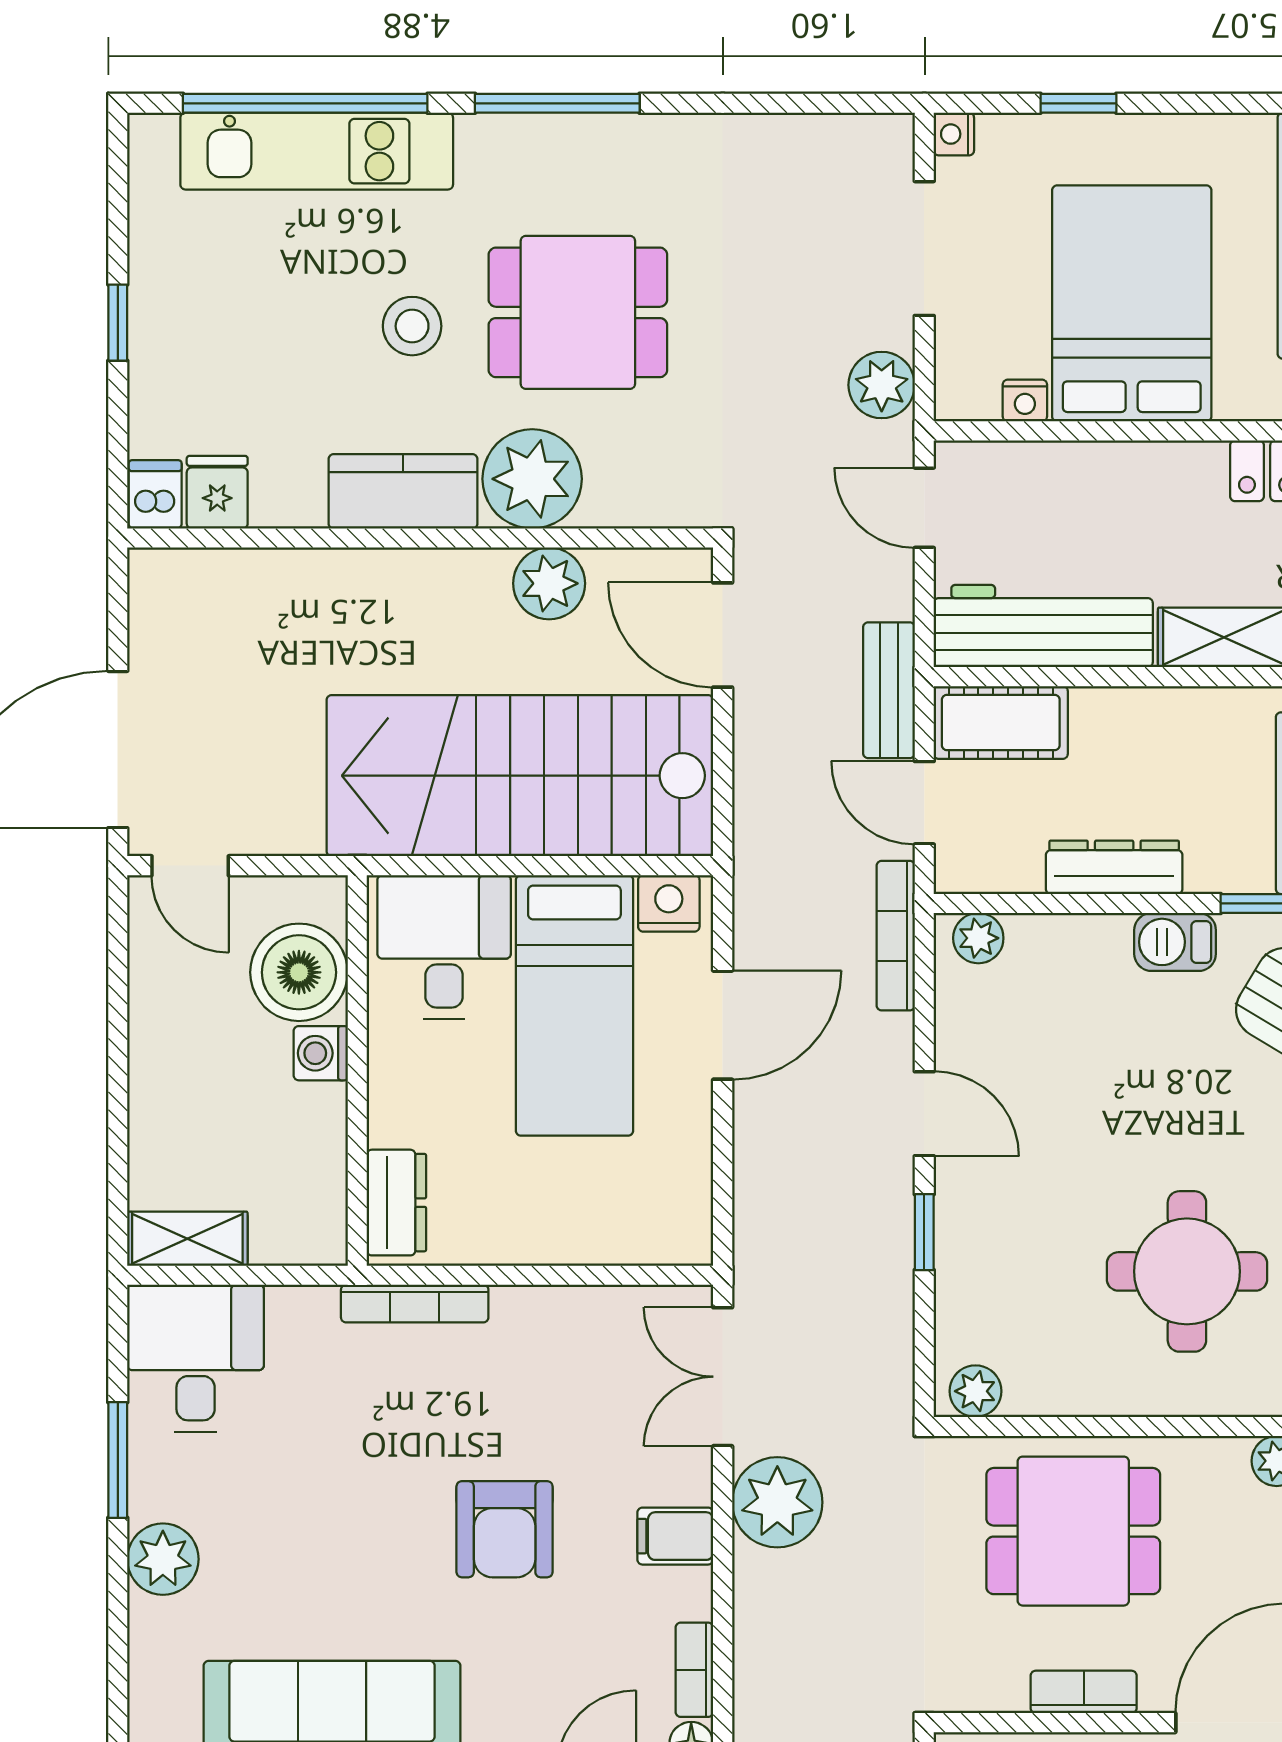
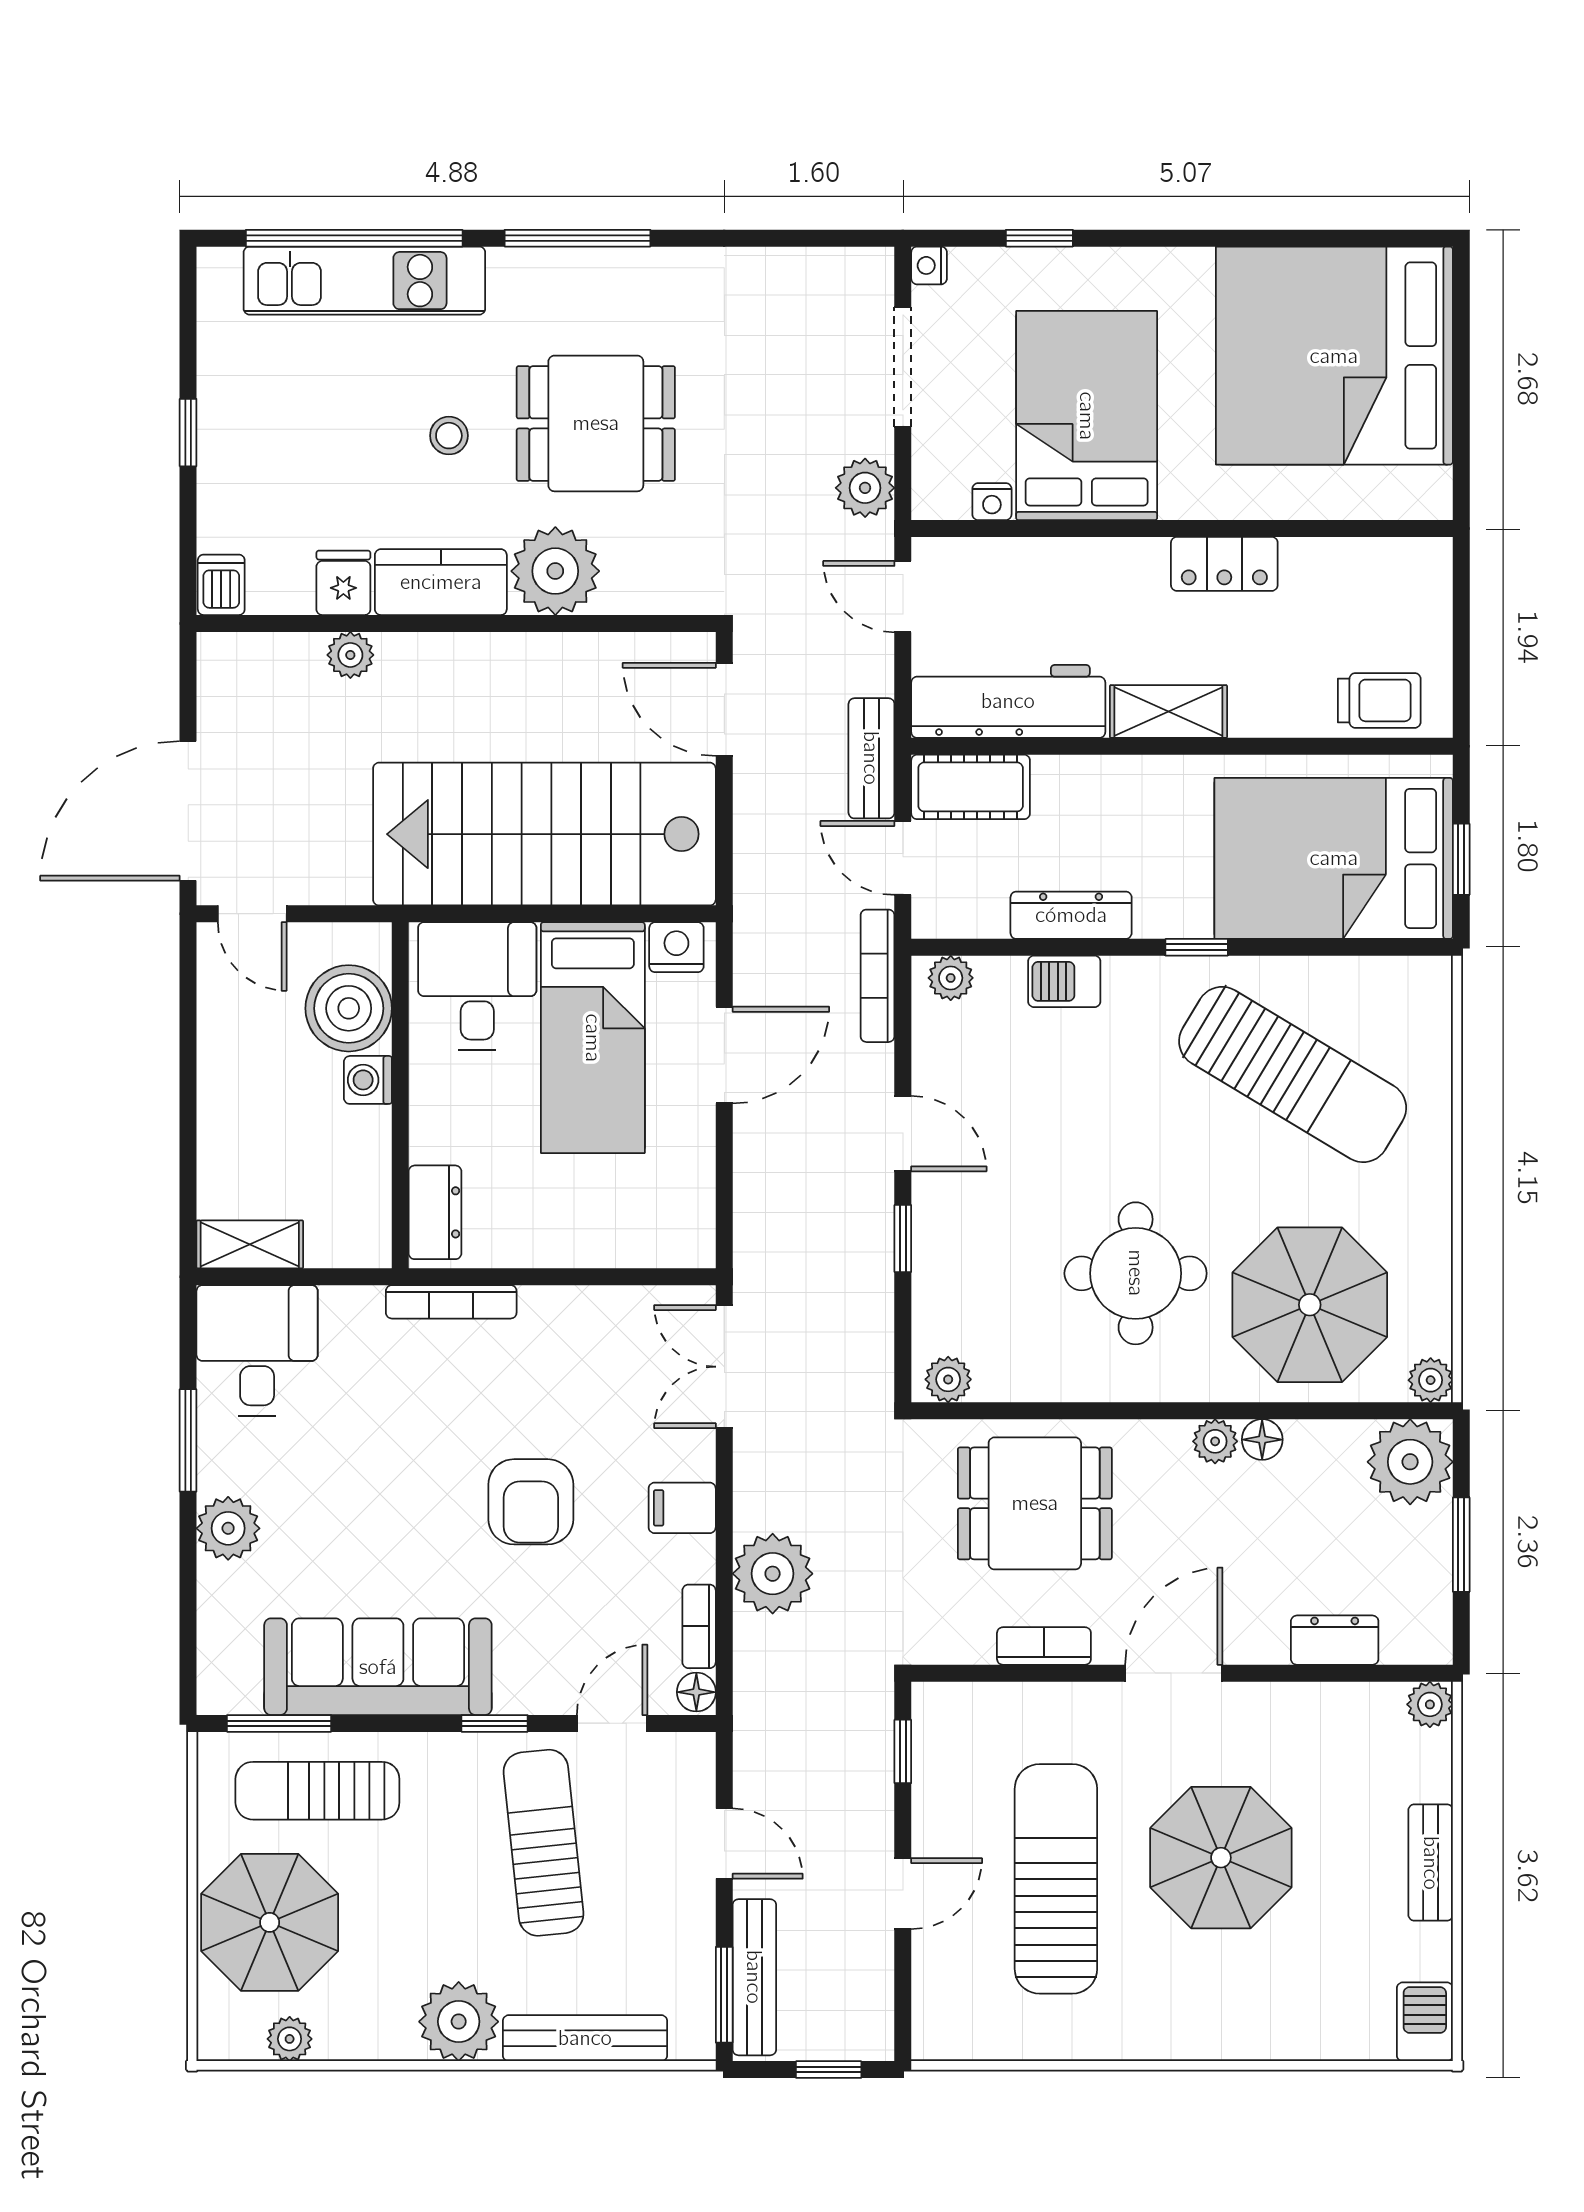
stool: (412, 326) -> (449, 436), width x0.73, depth x0.73
fridge: (217, 492) -> (343, 583), moved
plant: (549, 583) -> (350, 655), moved, width x0.73, depth x0.73
barbecue: (1175, 942) -> (1064, 981), moved
plant: (777, 1502) -> (773, 1574), moved

